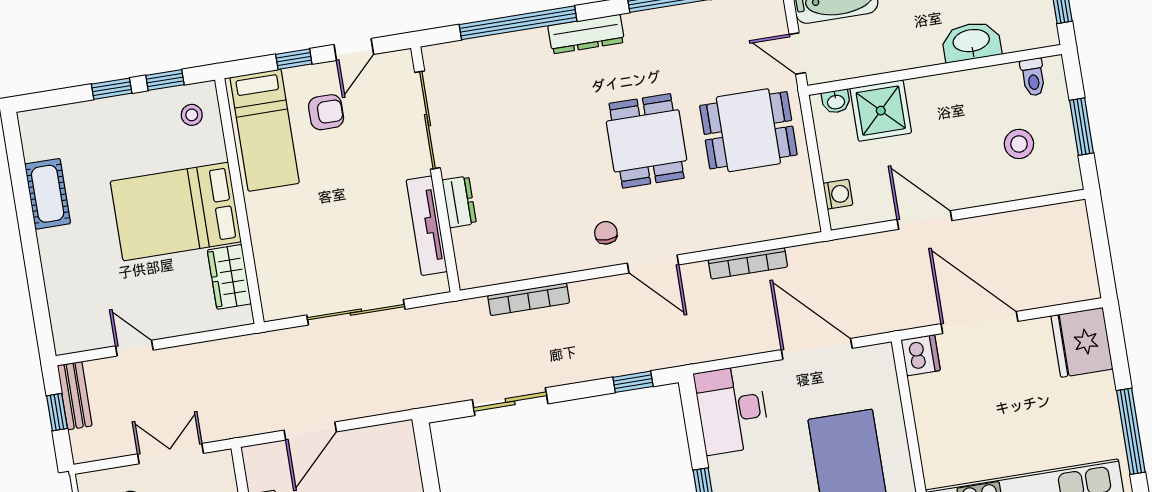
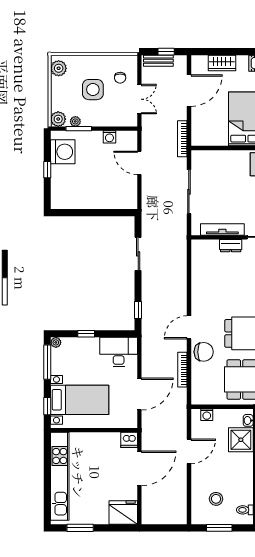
chair: (606, 233) -> (204, 352), moved, width x1.87, depth x1.87
wardrobe: (229, 277) -> (222, 63), moved, turned 180
bookcase: (529, 299) -> (182, 139), moved
door: (134, 348) -> (189, 91), width x1.87
bench: (75, 396) -> (158, 61), moved
window: (1131, 431) -> (80, 528), width x0.69

